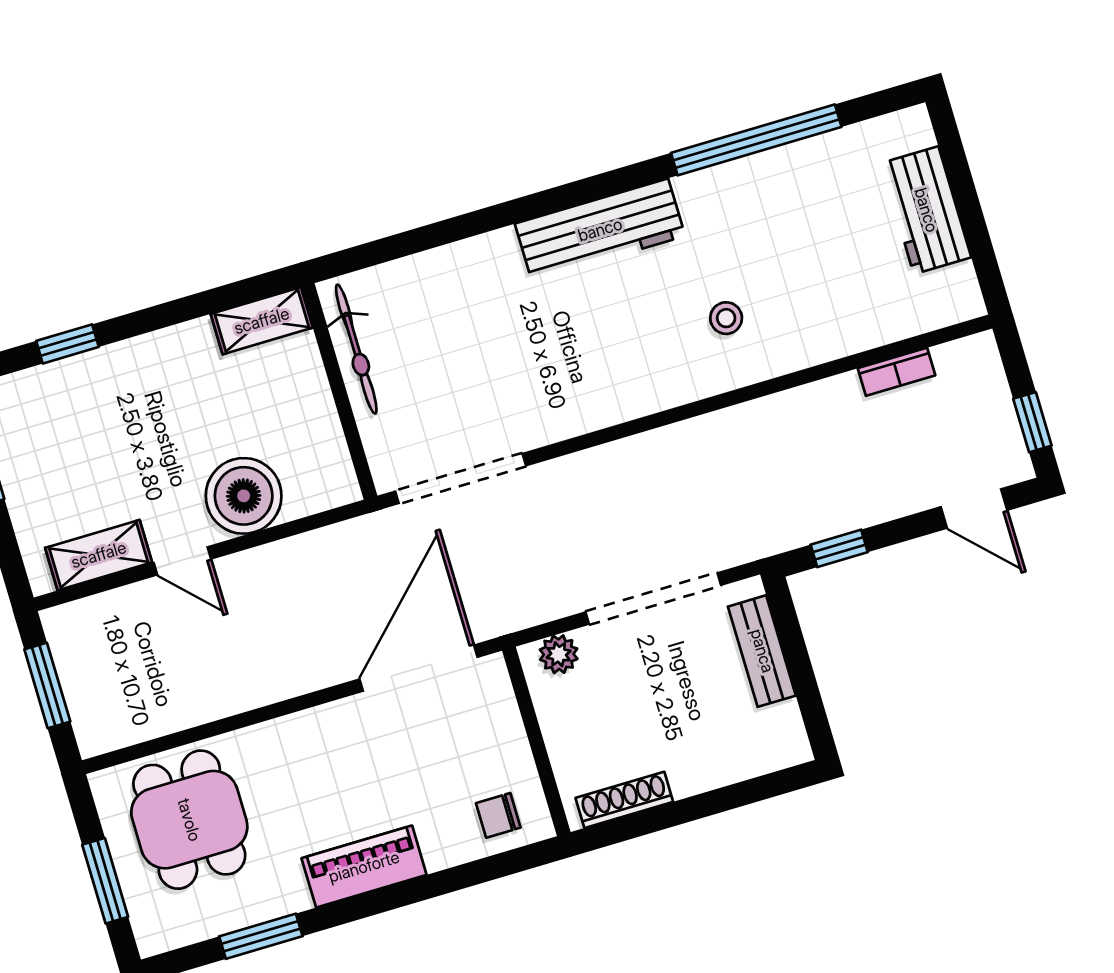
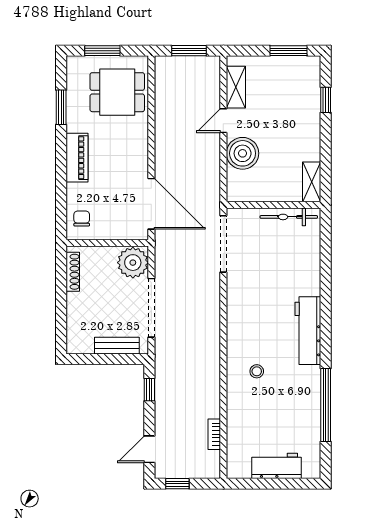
plant: (559, 654) -> (133, 263), width x1.88, depth x1.88

